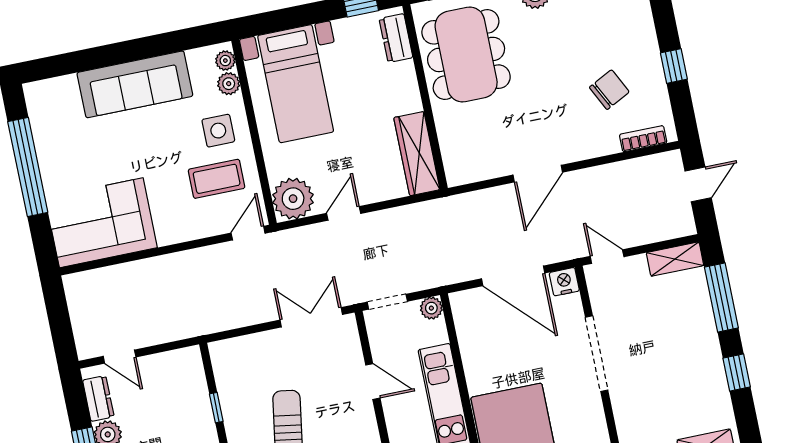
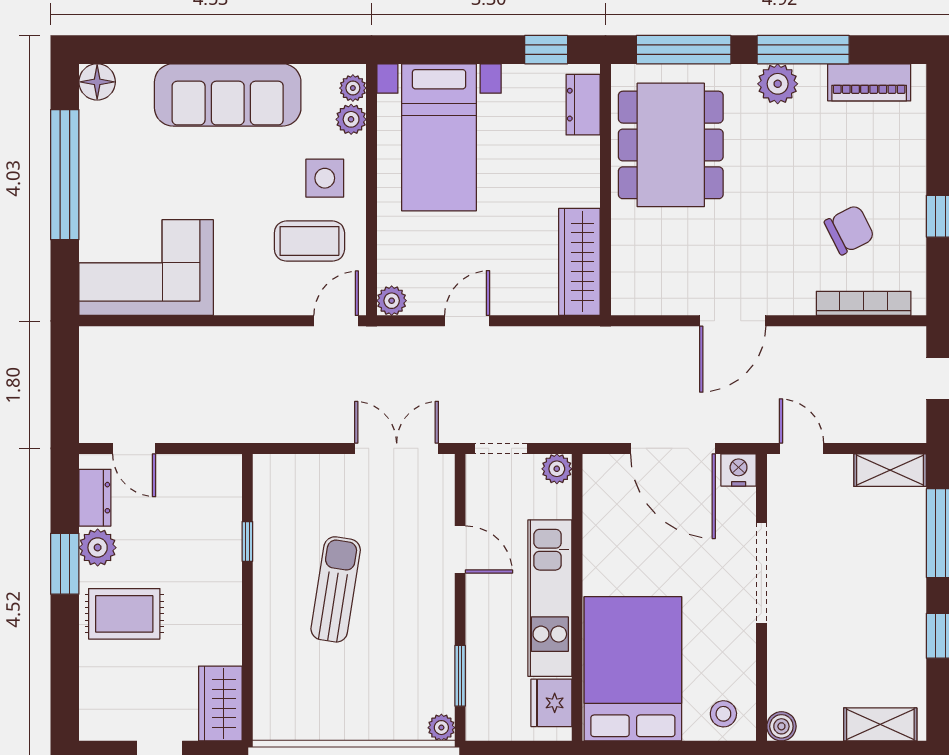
floor lamp: (38, 94) -> (97, 82), added
bookcase: (643, 139) -> (864, 303), width x1.56
plant: (293, 199) -> (392, 301), width x0.53, depth x0.53

